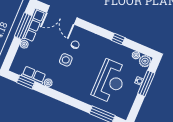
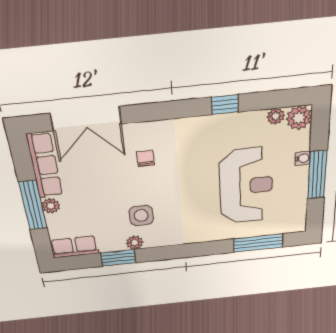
window: (23, 26) -> (33, 205), moved
side table: (66, 60) -> (141, 215), moved
row of seats: (34, 75) -> (74, 247), moved
window: (26, 82) -> (118, 258), moved
window: (146, 83) -> (317, 175), moved

